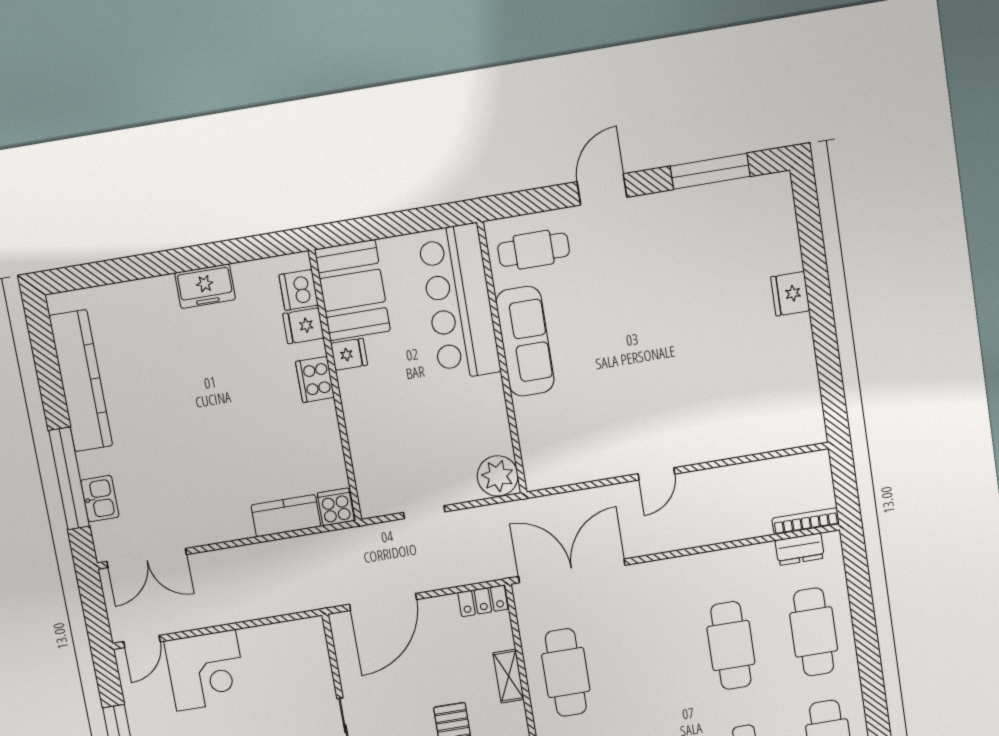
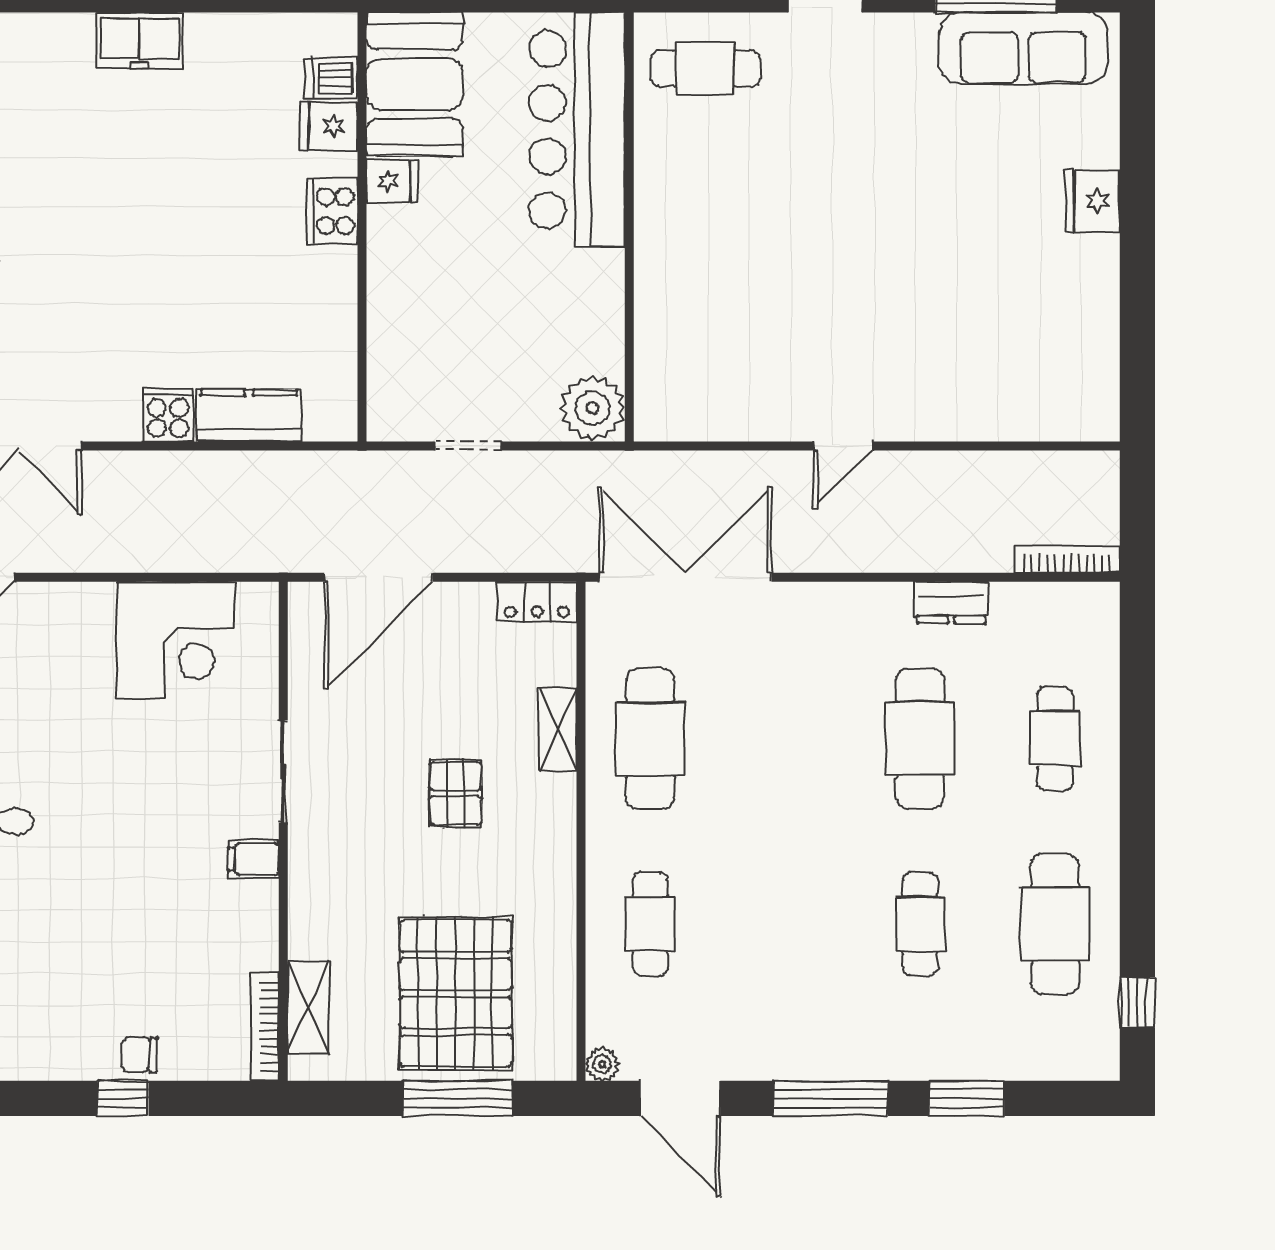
freezer: (205, 286) -> (140, 41), moved
dishwasher: (299, 290) -> (331, 78), width x0.73
sofa: (525, 341) -> (1023, 48), moved, turned 90
cooker: (336, 507) -> (168, 415), moved
dresser: (800, 549) -> (951, 603), moved
cafe table: (814, 632) -> (1055, 739), width x0.73, depth x0.74
corner desk: (206, 670) -> (176, 640), moved

